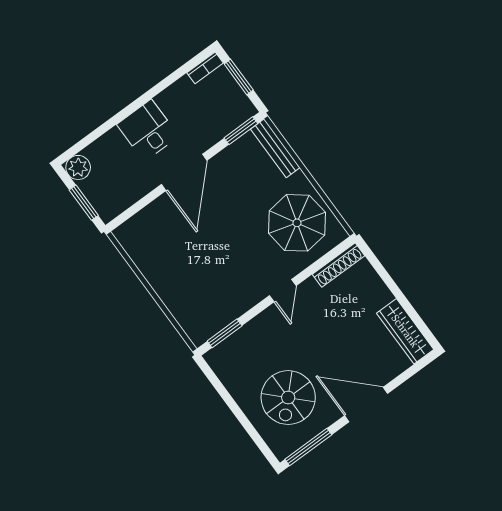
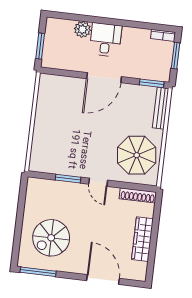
plant: (78, 167) -> (82, 29), moved
door: (283, 291) -> (98, 182), hinge flipped
wardrobe: (405, 331) -> (142, 239), moved
window: (225, 333) -> (68, 179), moved
door: (366, 405) -> (103, 279), moved

